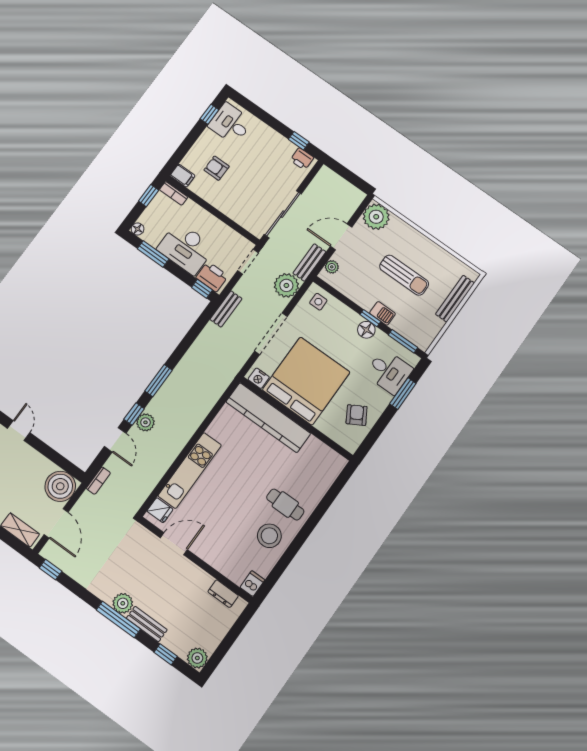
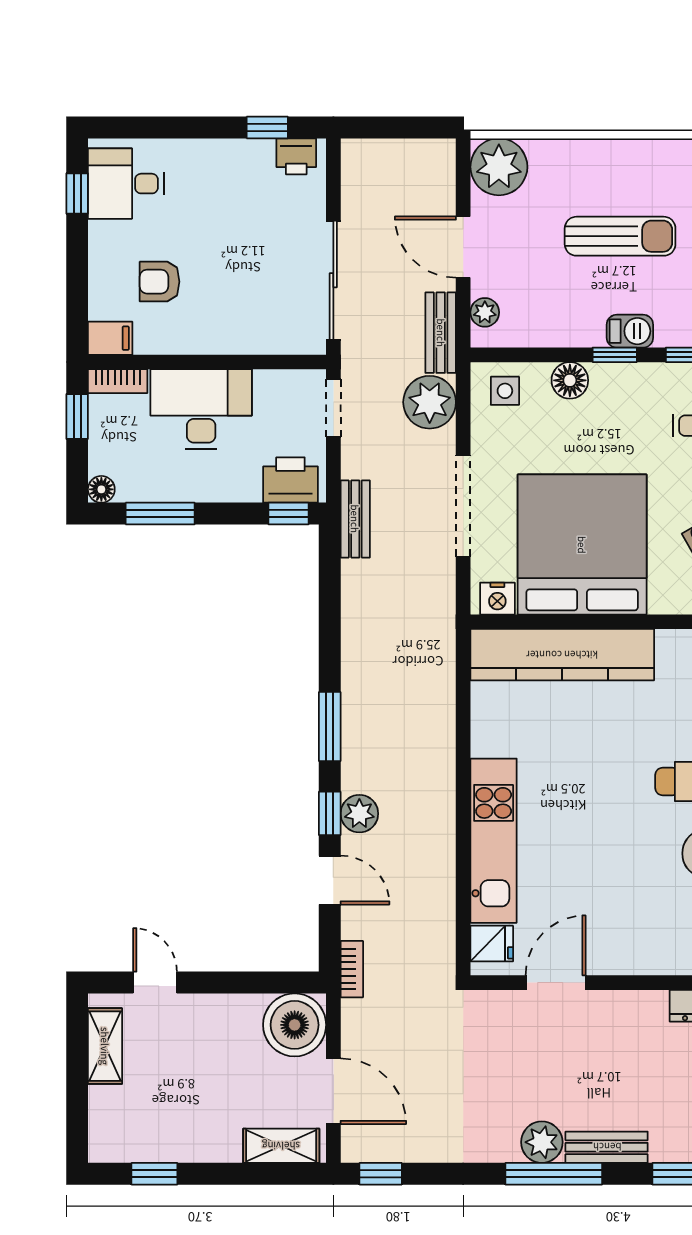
door: (341, 237) -> (463, 247), hinge flipped
desk: (186, 248) -> (201, 409), moved, turned 180
floor lamp: (366, 330) -> (570, 380), moved

